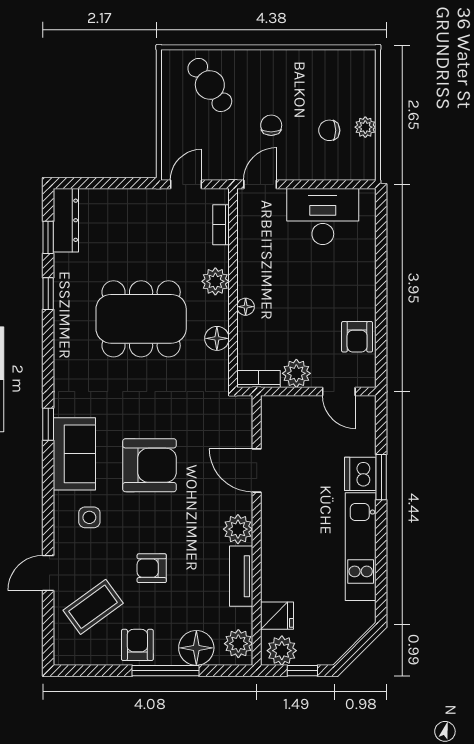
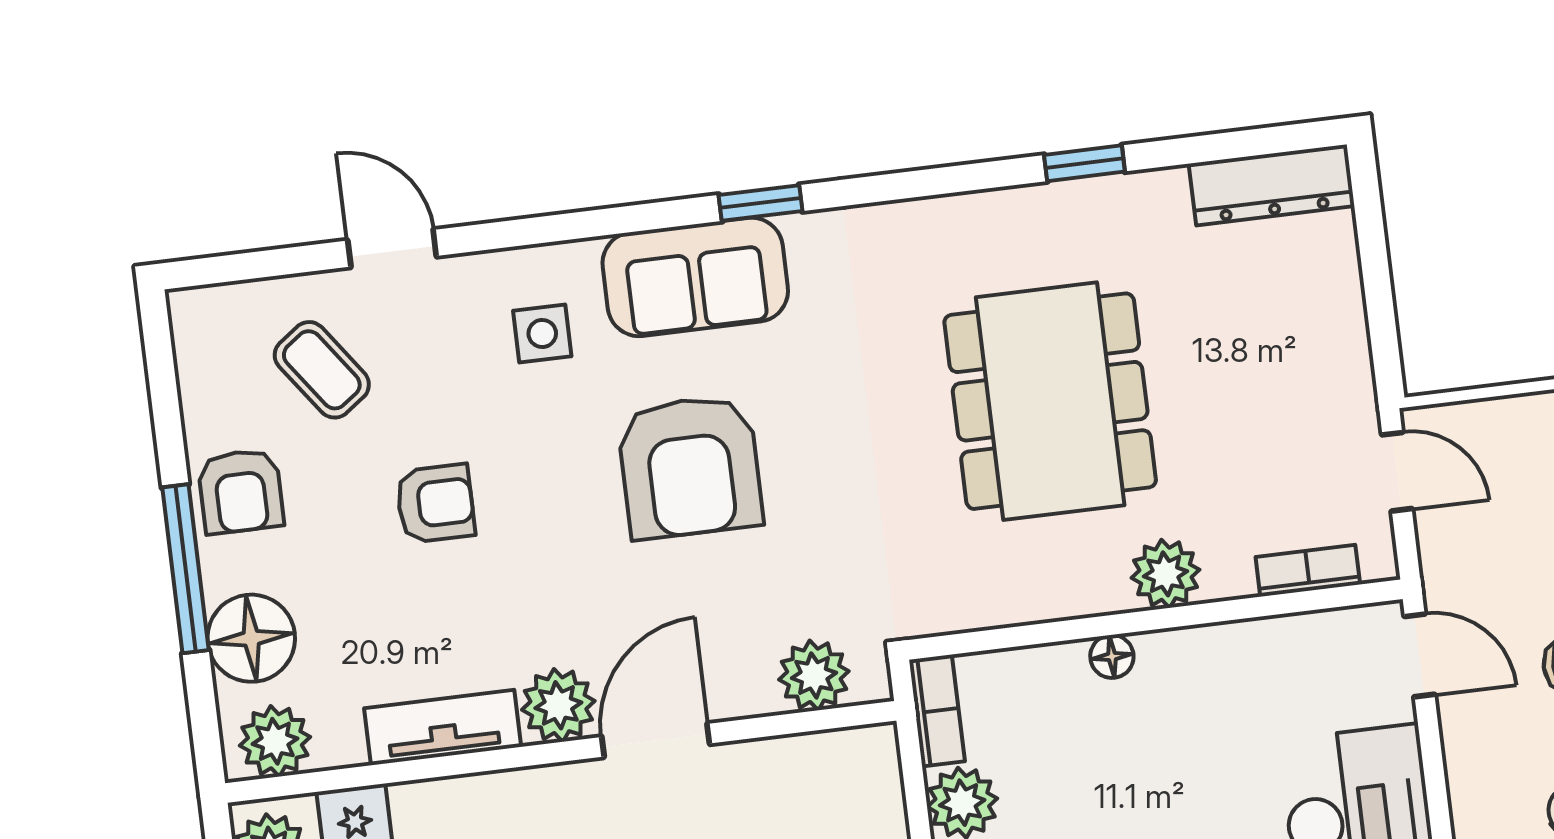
window: (48, 237) -> (1224, 146), removed
floor lamp: (217, 338) -> (1025, 595), removed
plant: (239, 426) -> (814, 675), added
door: (257, 470) -> (656, 740), moved
armchair: (152, 568) -> (435, 503), turned 90
coffee table: (93, 607) -> (322, 370), width x0.73, depth x0.77
armchair: (137, 645) -> (241, 491), turned 90

